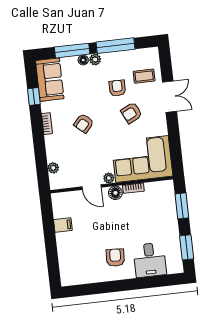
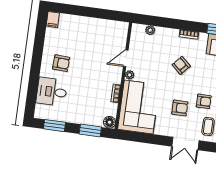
armchair: (131, 113) -> (180, 108), turned 116
floor lamp: (115, 193) -> (110, 122), moved
filing cabinet: (63, 225) -> (53, 20), moved

